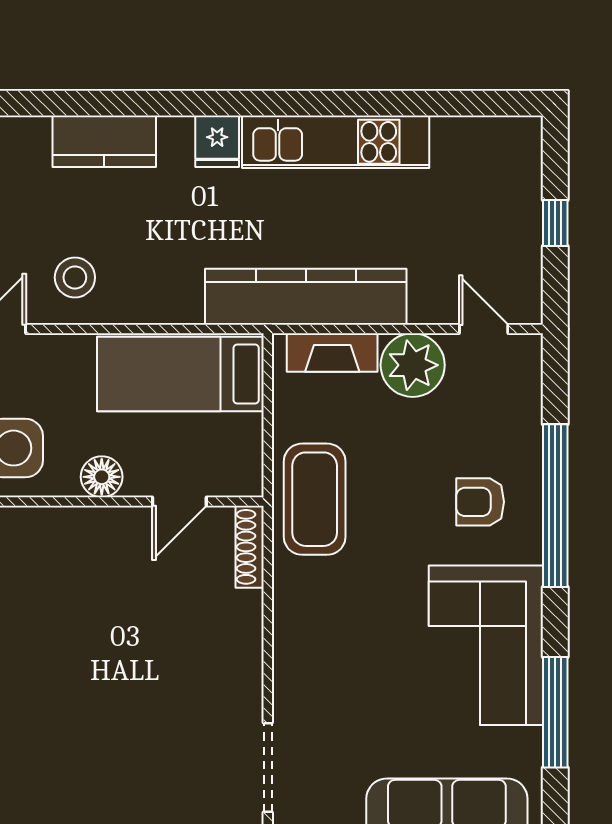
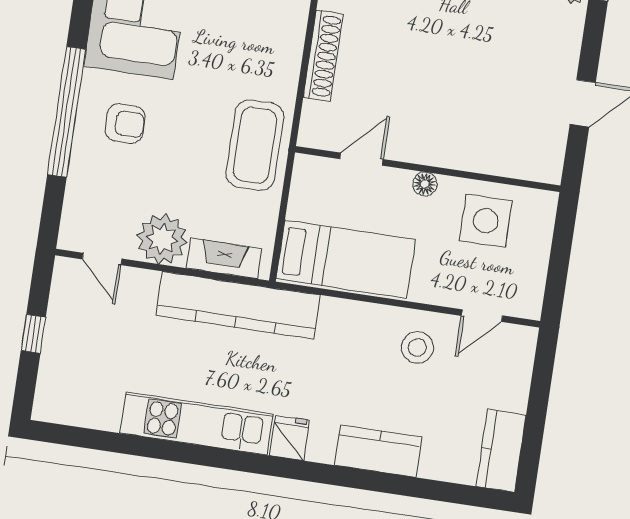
floor lamp: (102, 477) -> (425, 184), width x0.73, depth x0.73
shoe rack: (250, 547) -> (323, 56), moved, width x1.36, depth x1.24

